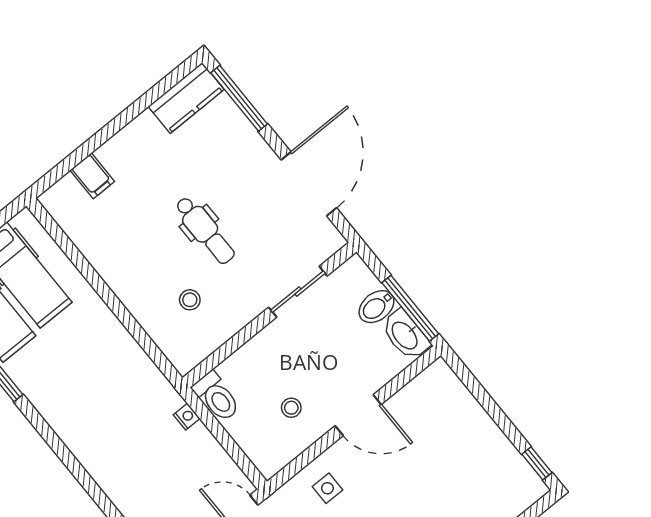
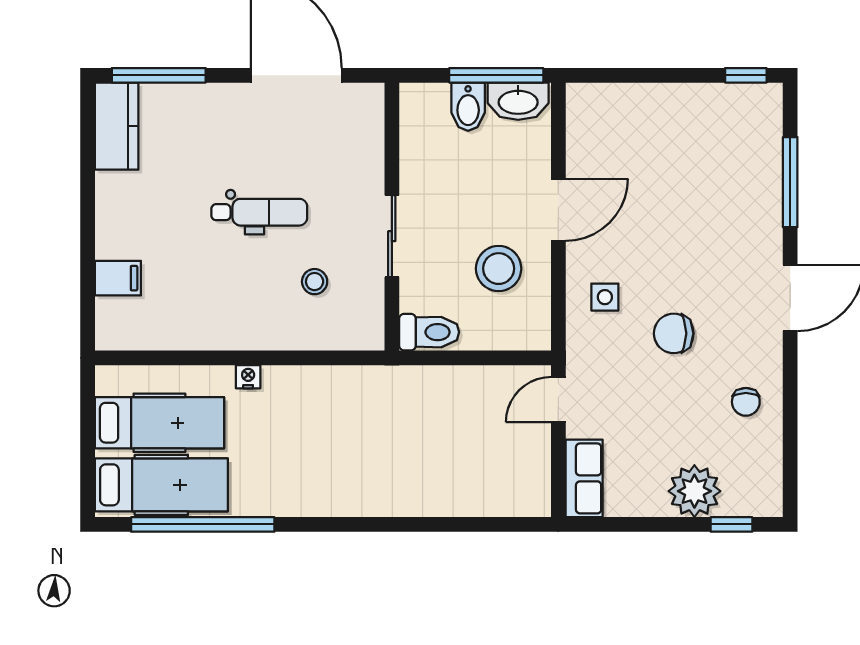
sliding door: (298, 292) -> (392, 236), moved
stool: (291, 408) -> (499, 269), width x1.89, depth x1.89
nightstand: (187, 417) -> (248, 377), moved

